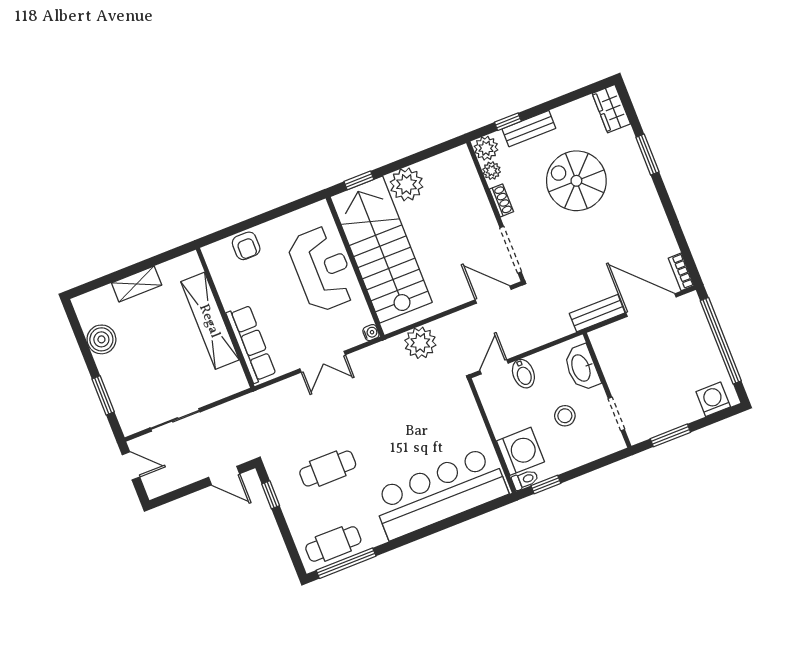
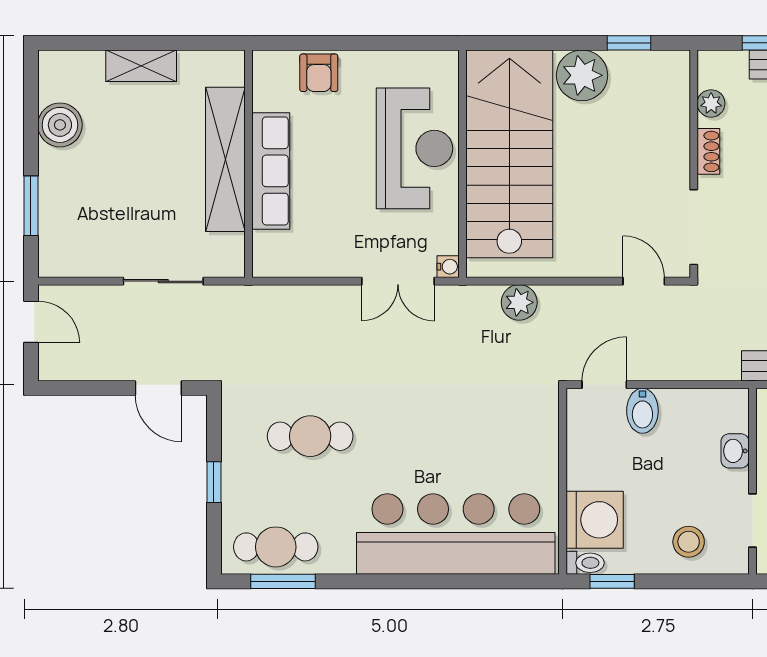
plant: (486, 148) -> (716, 68), removed
window: (359, 180) -> (629, 43), moved
door: (493, 295) -> (644, 281), width x0.73
plant: (420, 343) -> (519, 302), width x0.73, depth x0.73
row of seats: (251, 344) -> (271, 171), moved
double door: (323, 362) -> (398, 281), moved
washbasin: (582, 368) -> (735, 451), width x0.52, depth x0.69
stool: (565, 416) -> (689, 542), moved
sliding door: (175, 420) -> (163, 281), moved
window: (271, 495) -> (214, 482), moved
window: (346, 563) -> (283, 581), width x0.69

